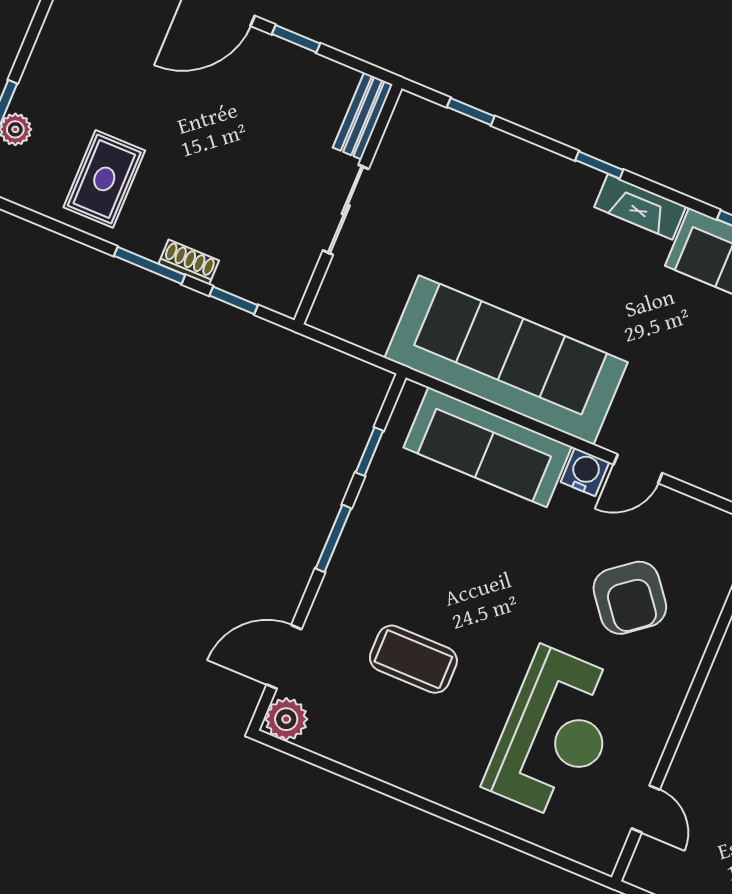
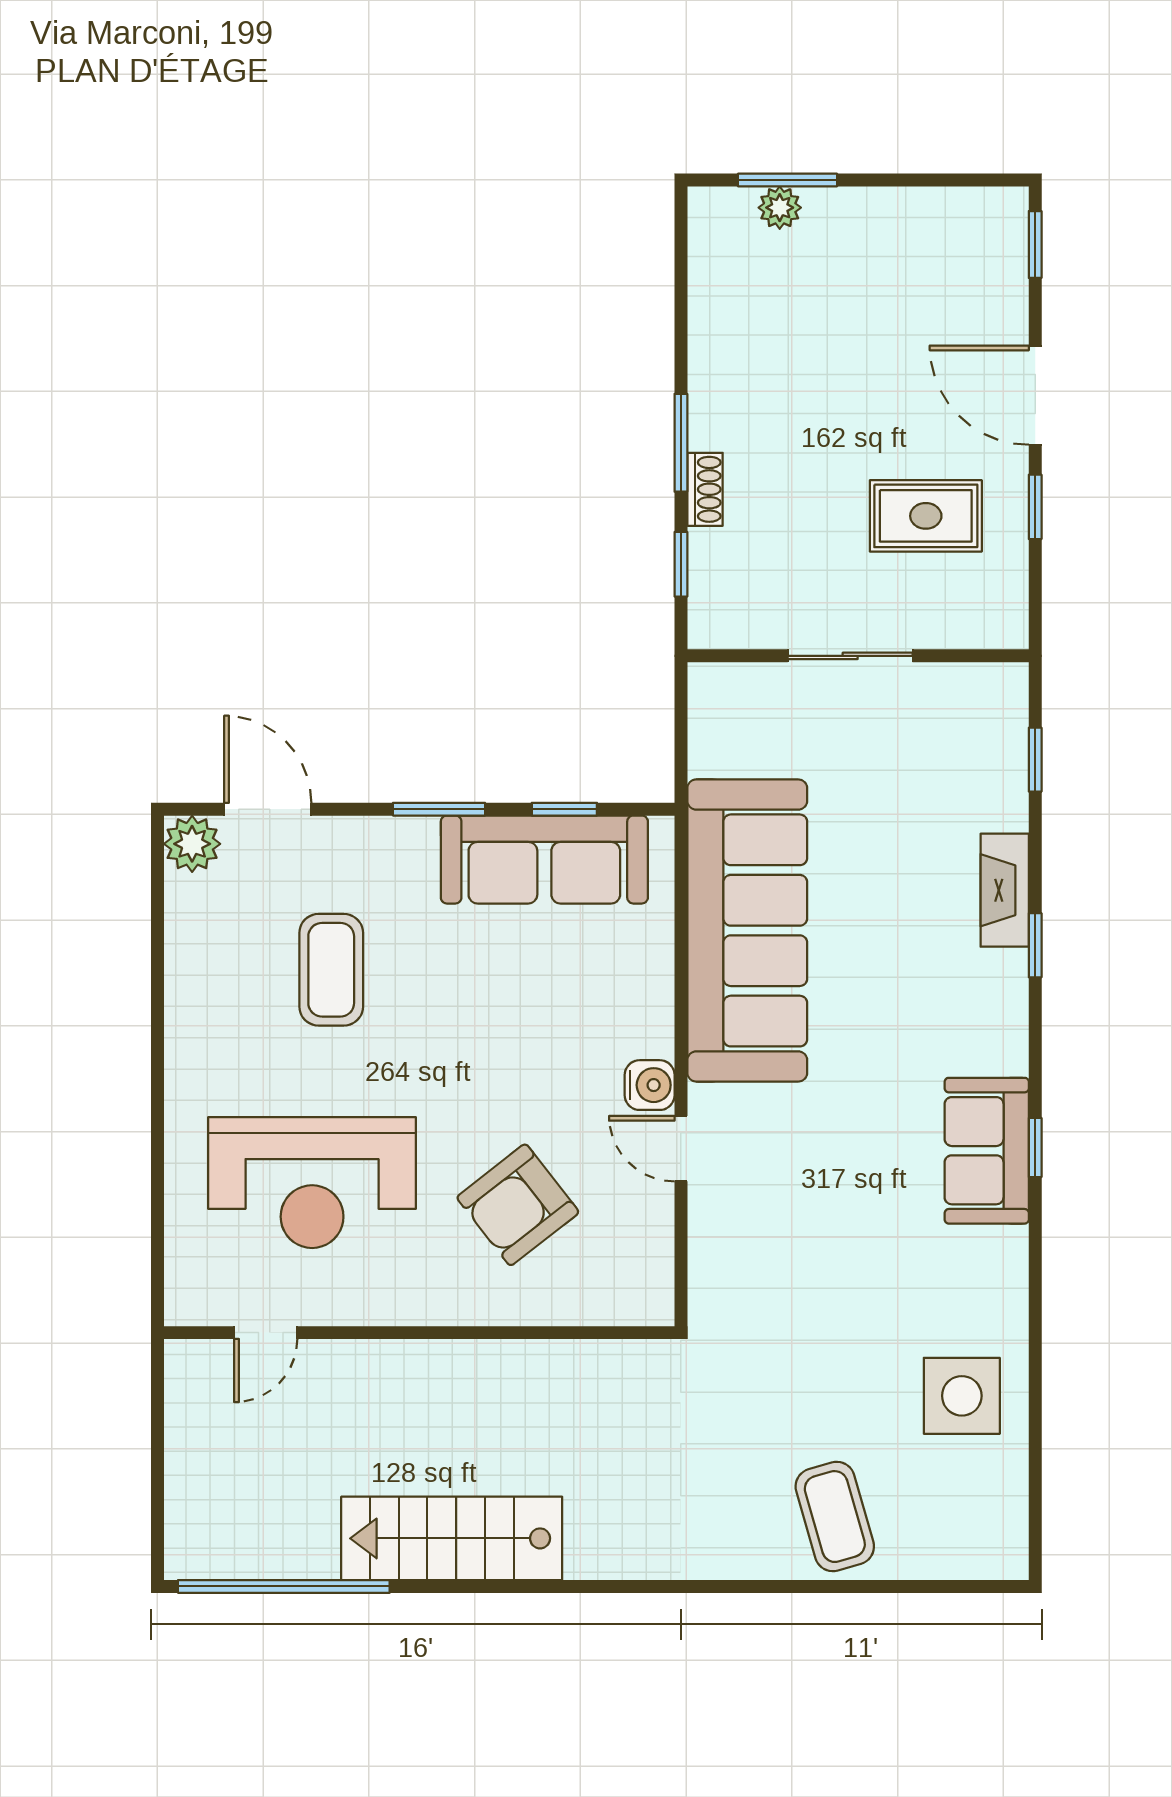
bench: (363, 116) -> (974, 629), removed
rug: (104, 179) -> (926, 516), moved
fireplace: (640, 207) -> (1005, 890), moved
sofa: (488, 447) -> (544, 860), moved, turned -90

